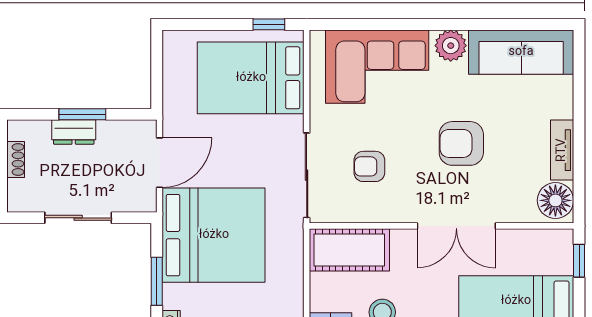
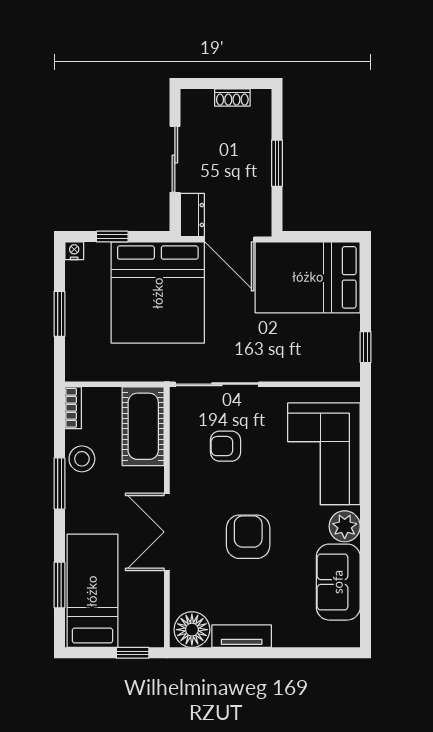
sofa: (521, 52) -> (338, 582), width x0.73
bed: (251, 78) -> (308, 277), moved, turned -90
dresser: (74, 132) -> (192, 215), moved, turned 180
armchair: (369, 166) -> (225, 446), turned -90
window: (157, 281) -> (112, 237), width x0.67

